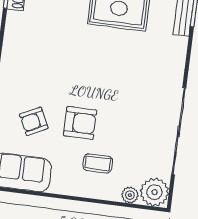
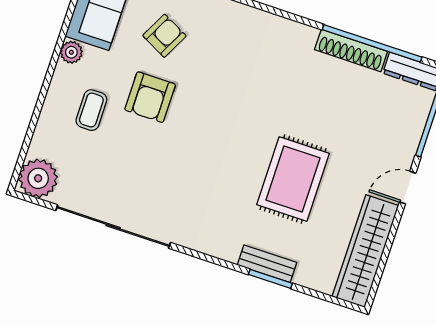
armchair: (34, 121) -> (164, 36), turned 53
plant: (130, 195) -> (71, 52), moved

